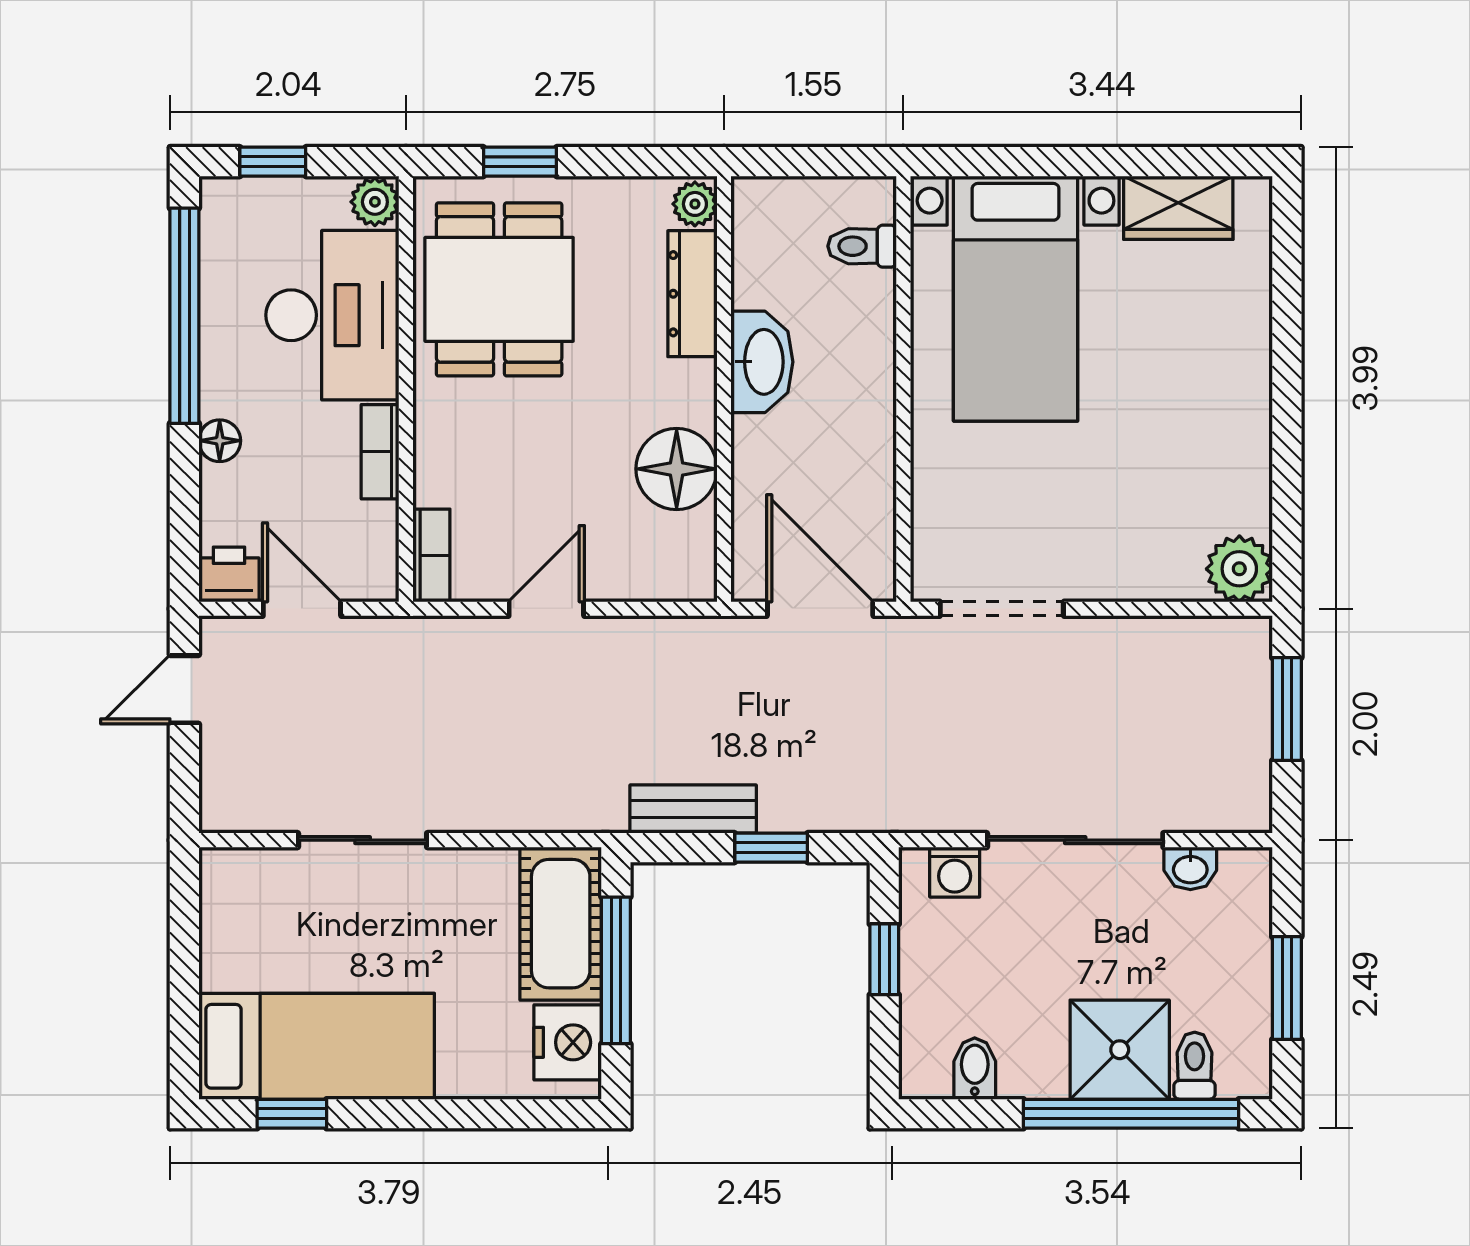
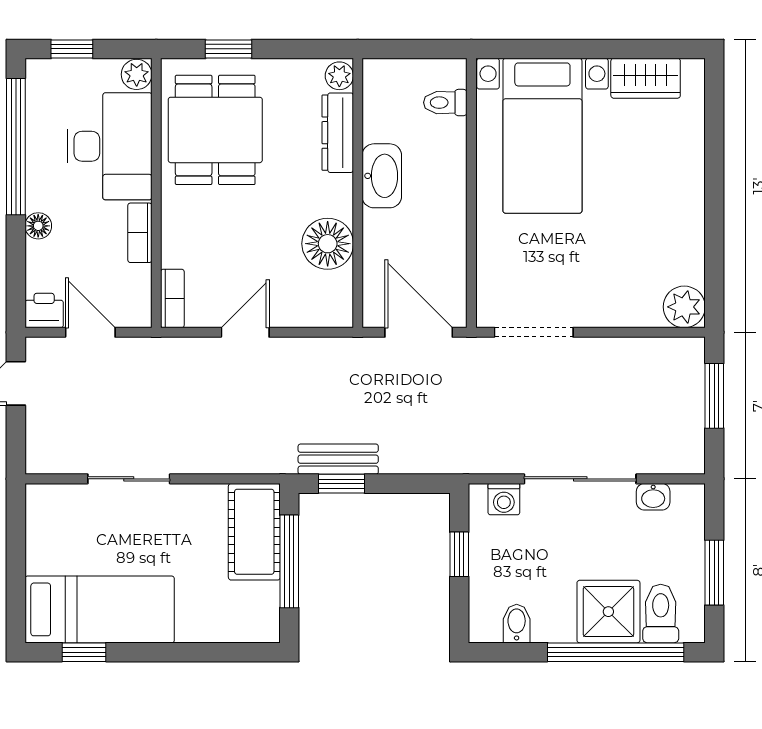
window: (771, 848) -> (341, 484), moved
nightstand: (568, 1042) -> (259, 607), removed
toilet: (1195, 1066) -> (661, 614), width x1.37, depth x1.39

